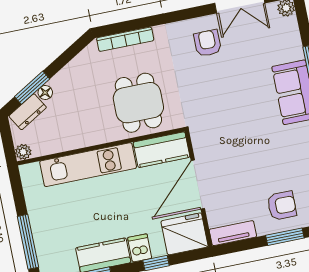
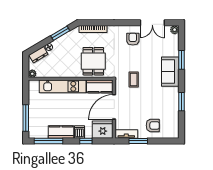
window: (32, 88) -> (60, 33), moved
coffee table: (225, 122) -> (134, 79), added
window: (285, 237) -> (138, 141), moved

